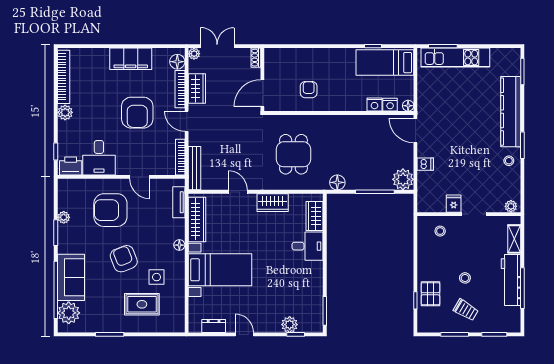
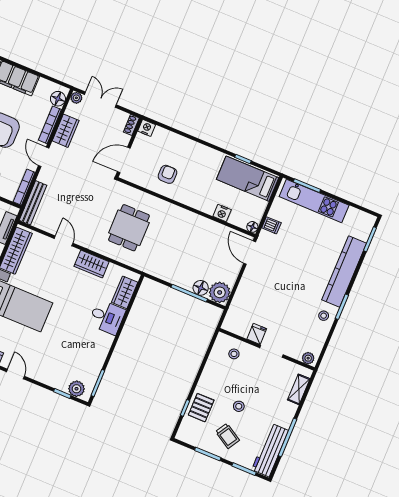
nightstand: (390, 105) -> (147, 128), moved, turned 180
dishwasher: (425, 164) -> (271, 225), moved
floor lamp: (337, 182) -> (201, 288), moved
workbench: (511, 280) -> (270, 450), moved
plant: (290, 325) -> (77, 389), moved

